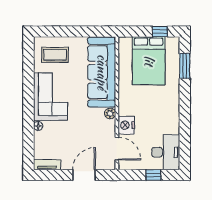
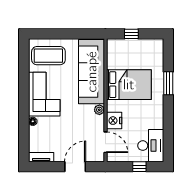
window: (160, 31) -> (131, 34), moved
coffee table: (55, 55) -> (48, 56), width x1.36, depth x1.32
bed: (149, 61) -> (129, 85), moved, turned -90
window: (185, 66) -> (168, 83), moved

